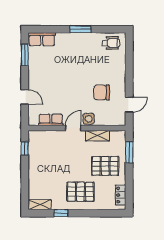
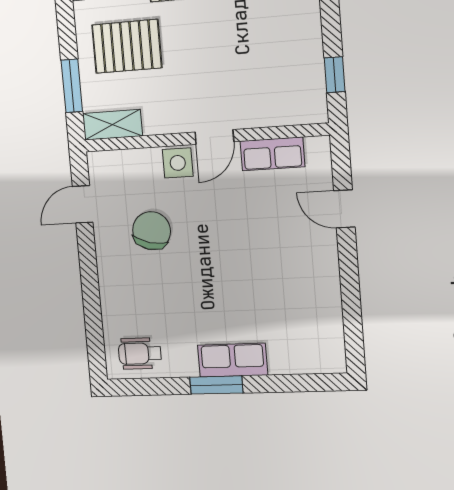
row of seats: (42, 39) -> (233, 360), moved
window: (25, 55) -> (352, 317), removed
chair: (102, 92) -> (152, 231), turned -76
shelving: (97, 136) -> (112, 125), moved

